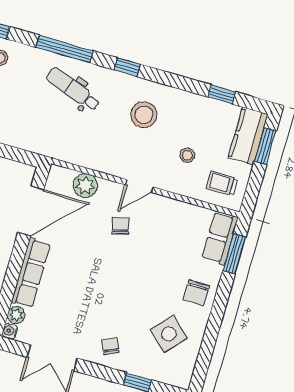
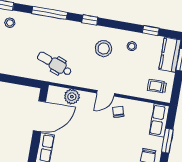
dental chair: (73, 89) -> (54, 64), moved
stool: (187, 155) -> (132, 46), moved
chair: (120, 226) -> (118, 112), moved
window: (234, 254) -> (167, 141), moved

